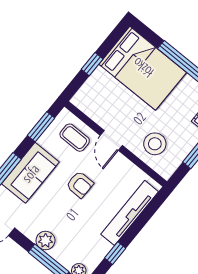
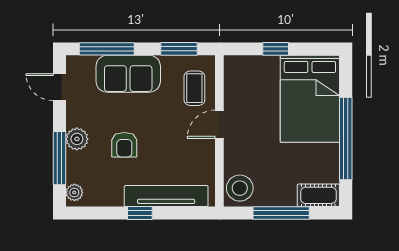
stool: (155, 144) -> (240, 188), moved
armchair: (80, 185) -> (124, 145), moved
window: (115, 253) -> (140, 213), moved

